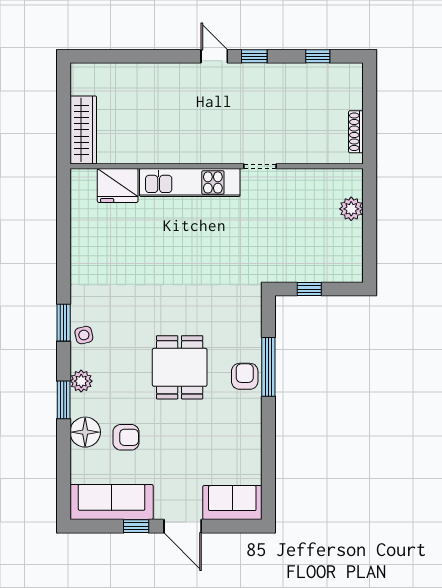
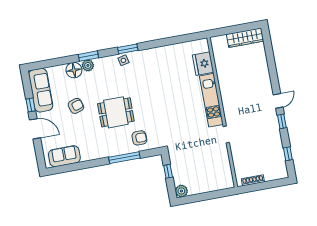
wardrobe: (83, 130) -> (245, 38), moved
plant: (351, 209) -> (181, 191), moved
armchair: (245, 376) -> (139, 138), moved
plant: (81, 381) -> (88, 65), moved
armchair: (126, 437) -> (76, 106), moved, turned -107
sofa: (232, 503) -> (64, 156), moved, turned -90
door: (183, 526) -> (35, 129), swing flipped

